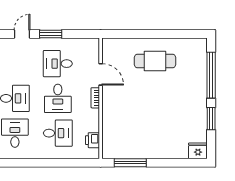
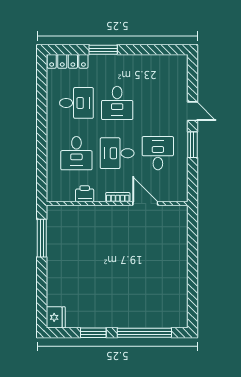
cafe table: (155, 61) -> (161, 267), removed
door: (101, 74) -> (145, 203), swing flipped
printer: (92, 140) -> (85, 194), moved

